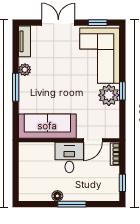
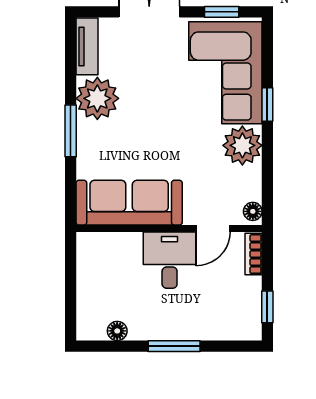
plant: (25, 70) -> (97, 98), width x1.87, depth x1.87
window: (122, 91) -> (267, 105), moved
floor lamp: (115, 131) -> (253, 211), added
floor lamp: (57, 196) -> (117, 331), moved

